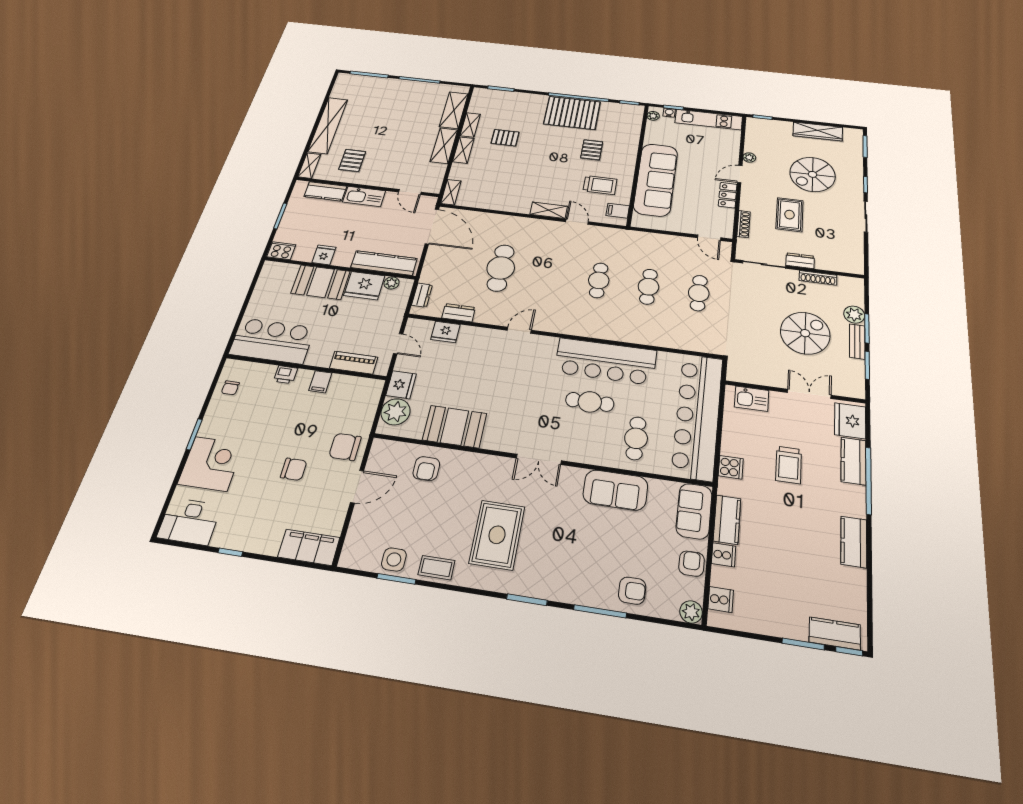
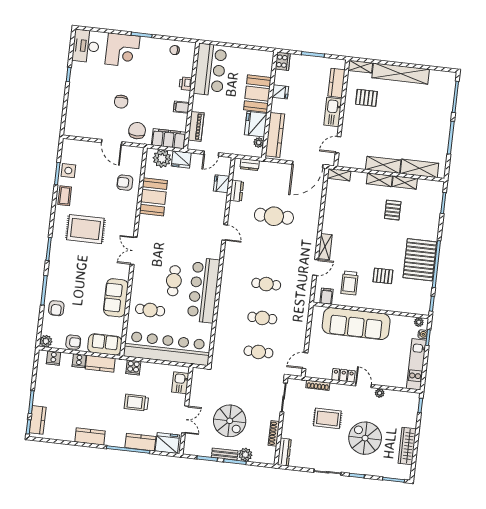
dresser: (800, 261) -> (284, 452), moved, width x1.44
filing cabinet: (309, 547) -> (169, 139), moved, turned -90

